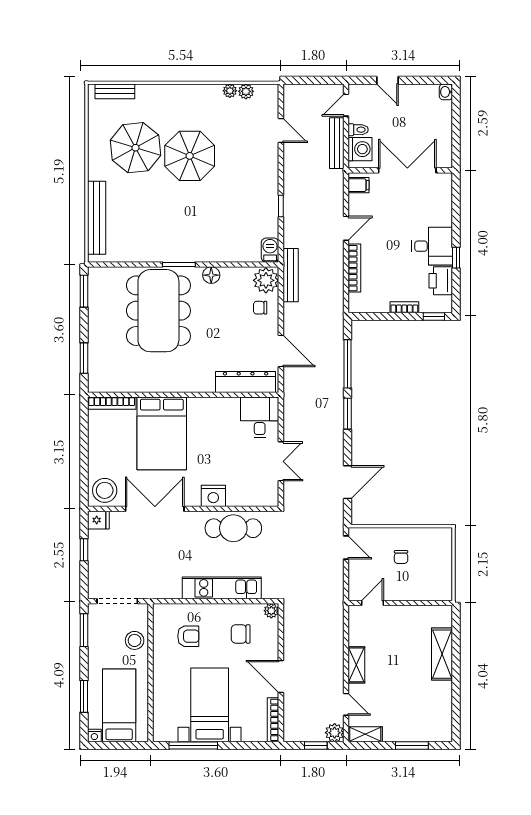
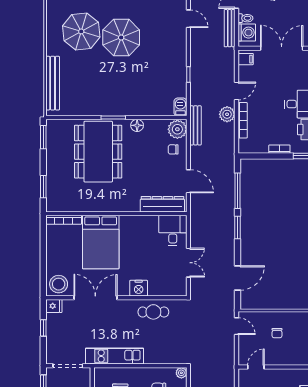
plant: (333, 260) -> (227, 114), added
cafe table: (233, 528) -> (153, 312), width x0.73, depth x0.74
kitchen unit: (222, 588) -> (114, 356), moved

